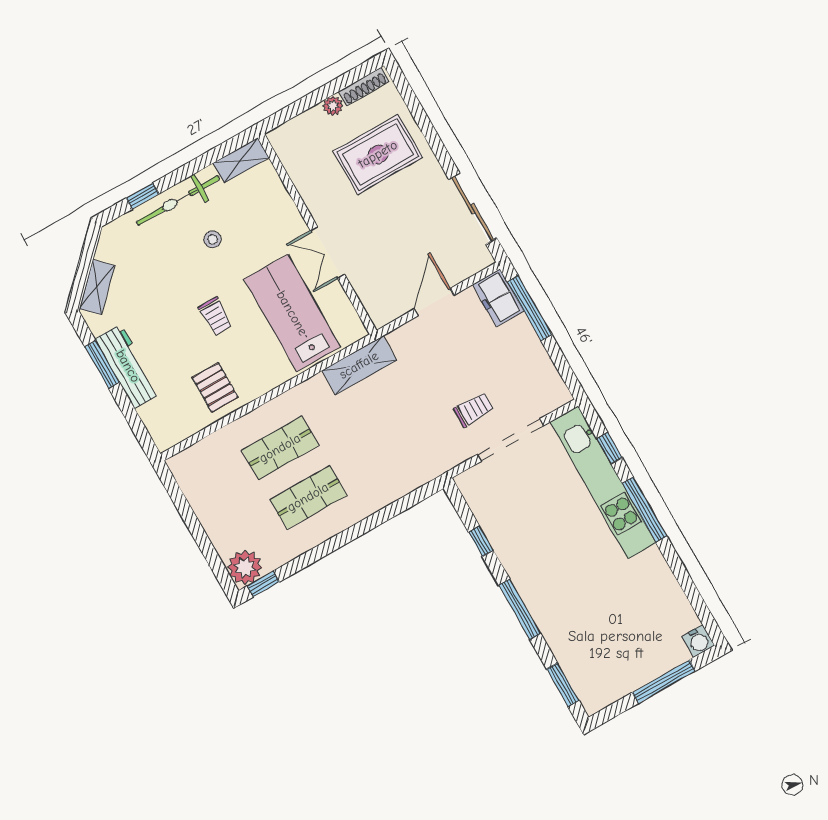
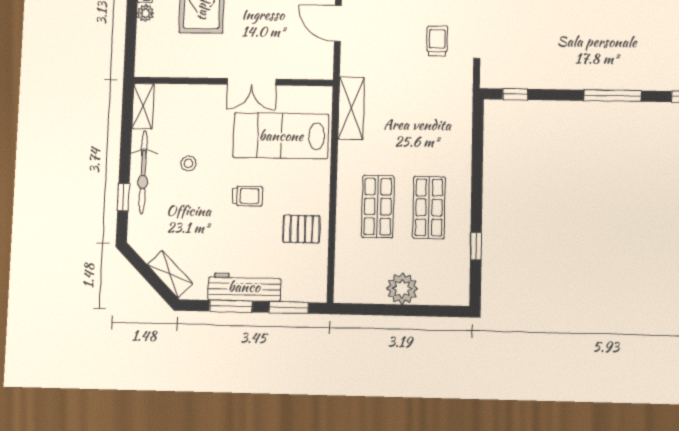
window: (134, 421) -> (289, 308), added
window: (481, 541) -> (515, 94), moved
plant: (245, 567) -> (402, 289), moved
window: (263, 584) -> (476, 246), moved

